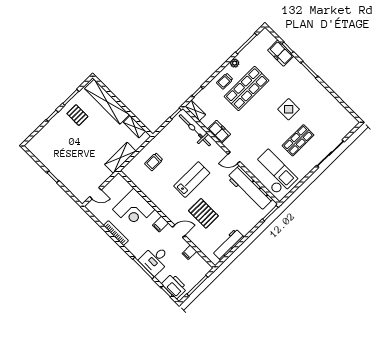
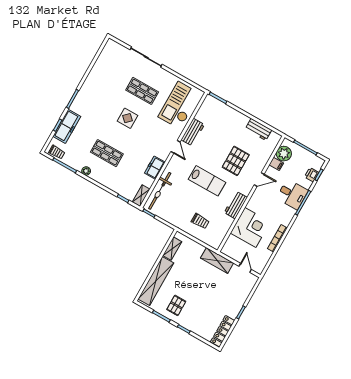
freezer: (281, 53) -> (67, 126), width x1.40
trolley: (225, 81) -> (57, 152), moved
shop shelf: (247, 89) -> (107, 153), width x0.70, depth x0.74
display table: (289, 109) -> (128, 118), moved
locker: (39, 153) -> (223, 331), added
shelving: (120, 158) -> (217, 261), moved
lab bench: (192, 180) -> (207, 181), turned 180
workbench: (250, 188) -> (193, 132), width x0.53, depth x0.76
workbench: (160, 201) -> (236, 205), added
filing cabinet: (160, 224) -> (257, 199), removed
door: (179, 231) -> (259, 179), swing flipped
workbench: (228, 244) -> (258, 129), width x0.73
plant: (197, 263) -> (284, 154), added
printer: (174, 286) -> (312, 175), width x0.53, depth x0.68

